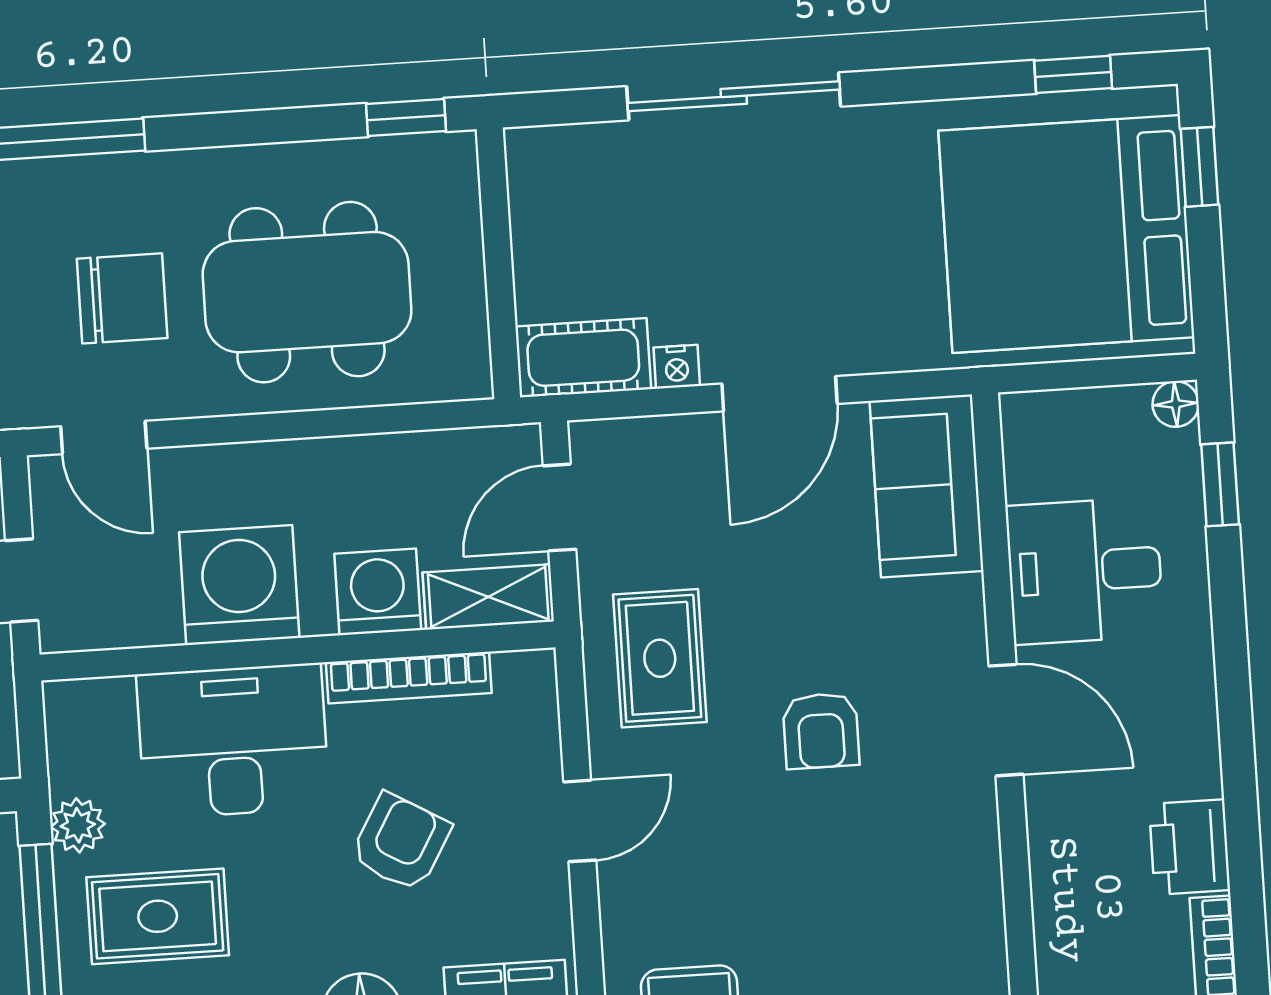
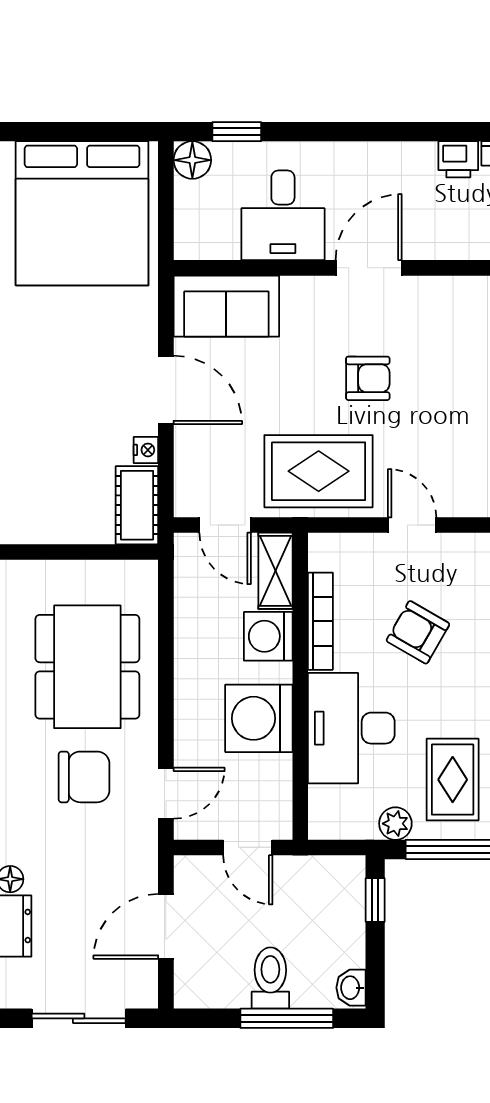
window: (1200, 167) -> (47, 132), removed
chair: (122, 298) -> (84, 777), turned 90
floor lamp: (1176, 404) -> (192, 160), width x1.37, depth x1.37
rug: (660, 658) -> (319, 471), width x1.36, depth x1.43
printer: (1190, 847) -> (458, 159), width x0.73, depth x0.81

